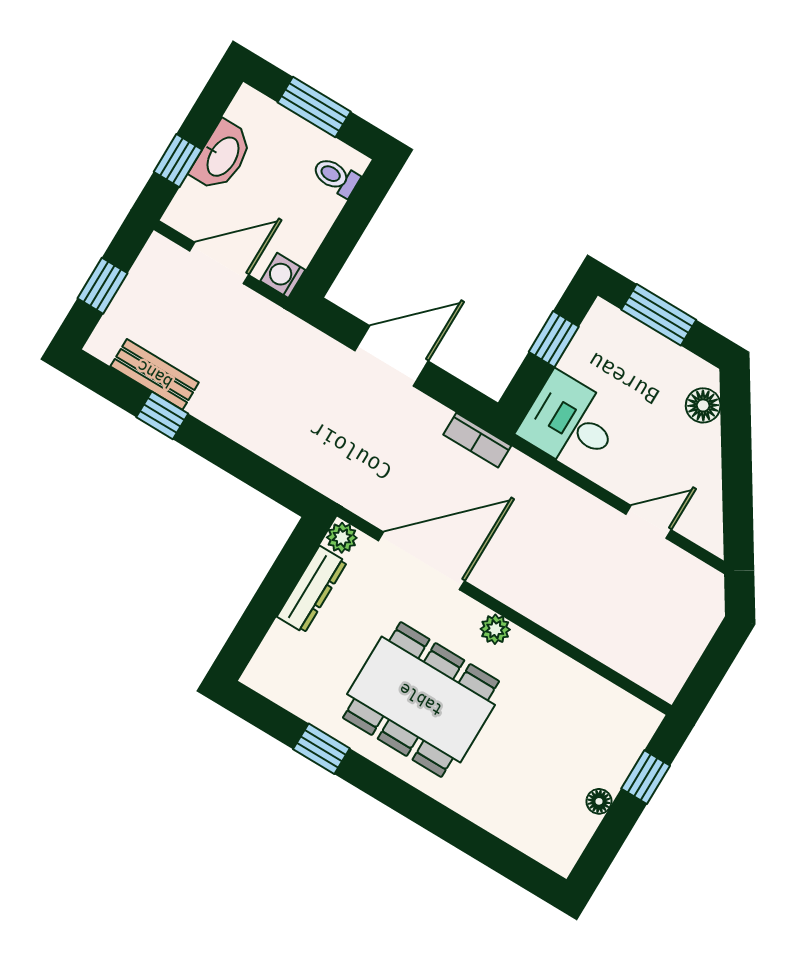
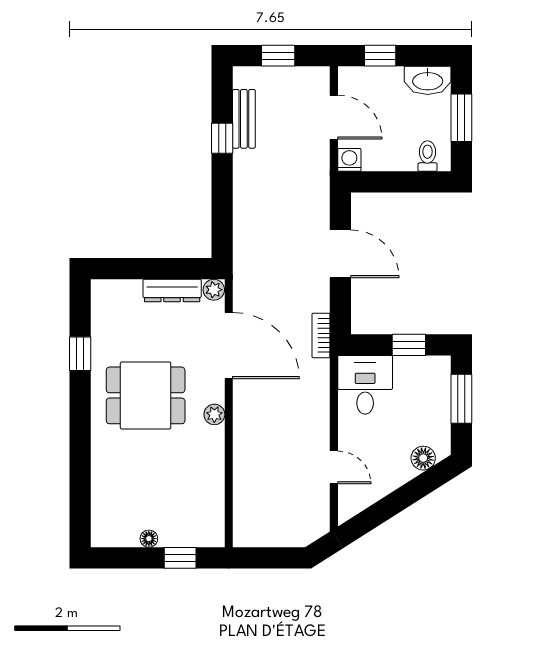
washbasin: (222, 156) -> (428, 80), moved
dining table: (421, 699) -> (146, 395), width x0.73

